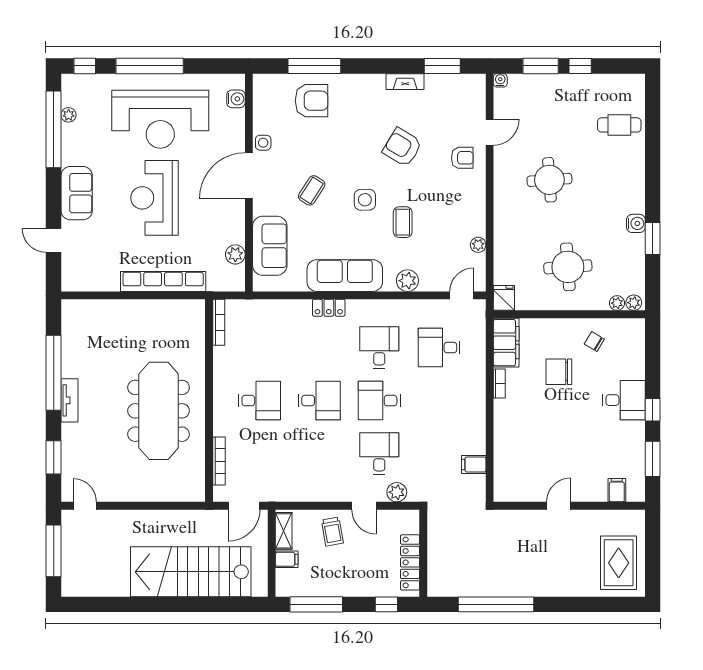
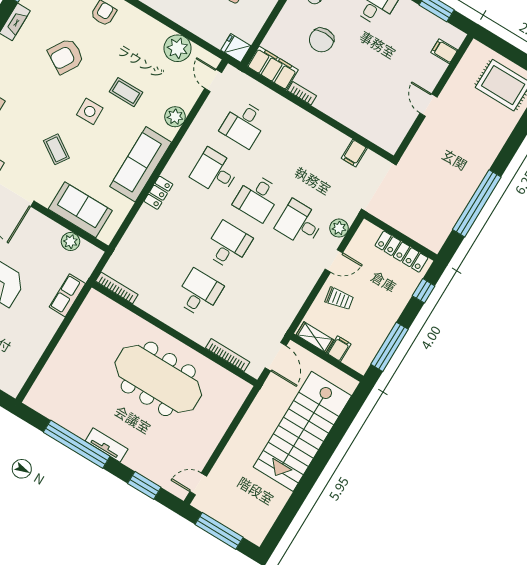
plant: (478, 245) -> (178, 48), width x1.88, depth x1.88
row of seats: (163, 281) -> (67, 295), width x0.50

